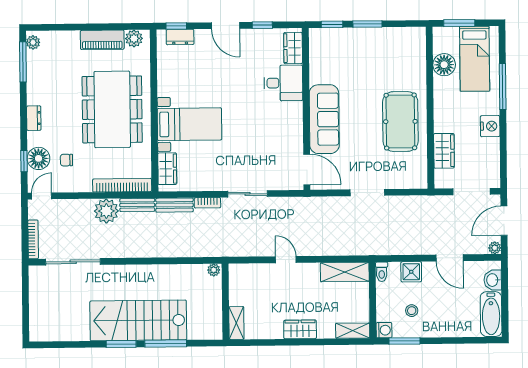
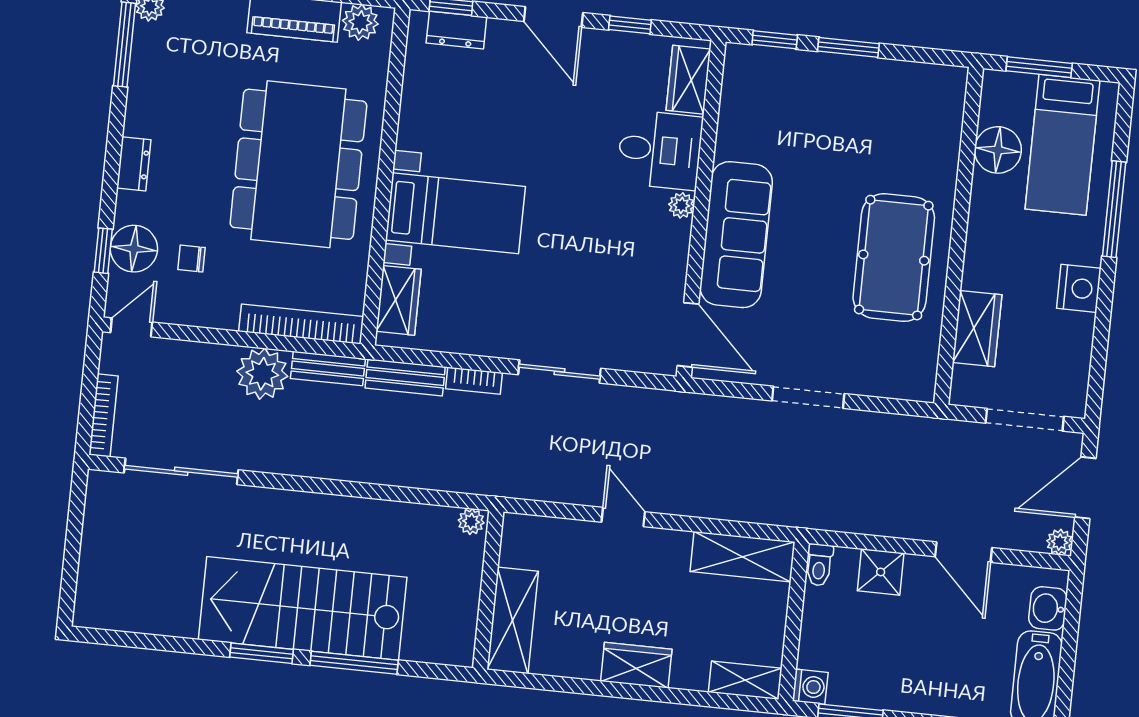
plant: (297, 108) -> (681, 205), added
stool: (412, 311) -> (872, 653), removed
shelving: (236, 323) -> (513, 620), width x1.50, depth x1.33

